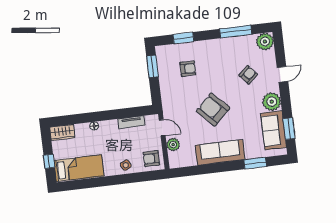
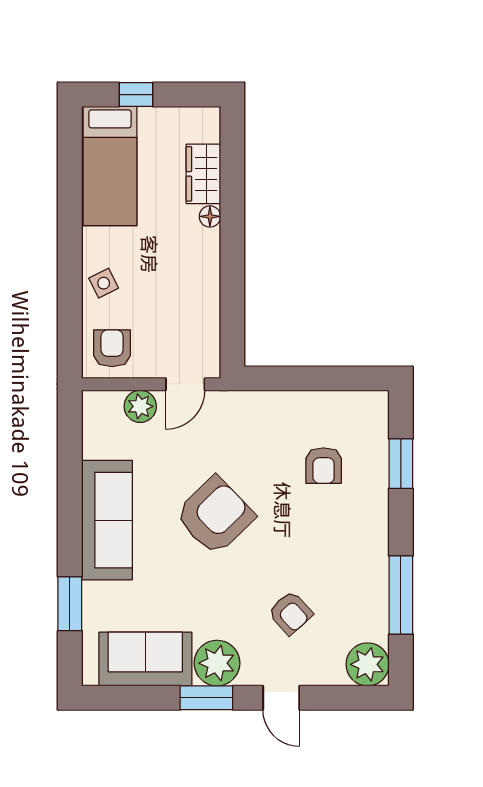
window: (152, 66) -> (340, 378), removed
tv unit: (131, 122) -> (208, 310), removed
window: (289, 129) -> (206, 698), moved
wardrobe: (62, 132) -> (203, 174), moved

